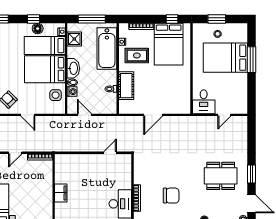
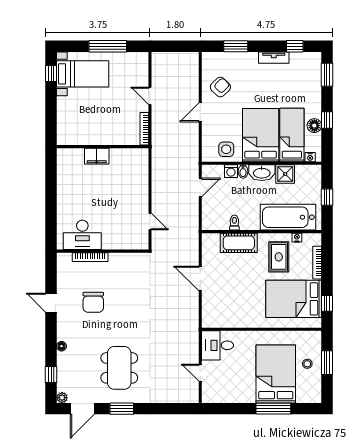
window: (92, 19) -> (327, 197), width x0.46
shower: (74, 39) -> (285, 174), moved

